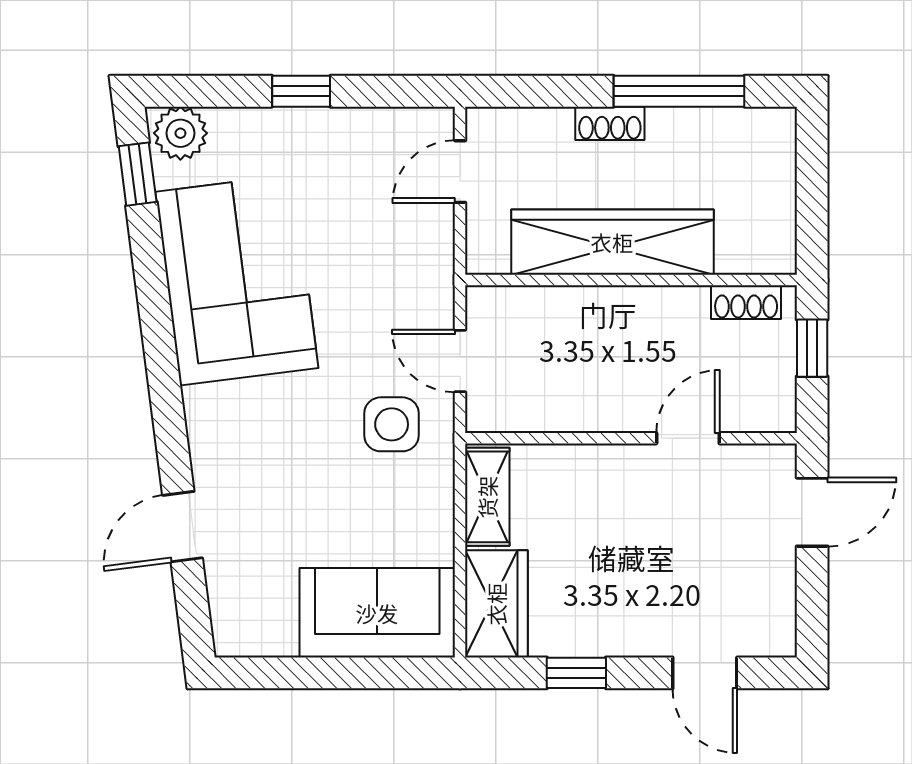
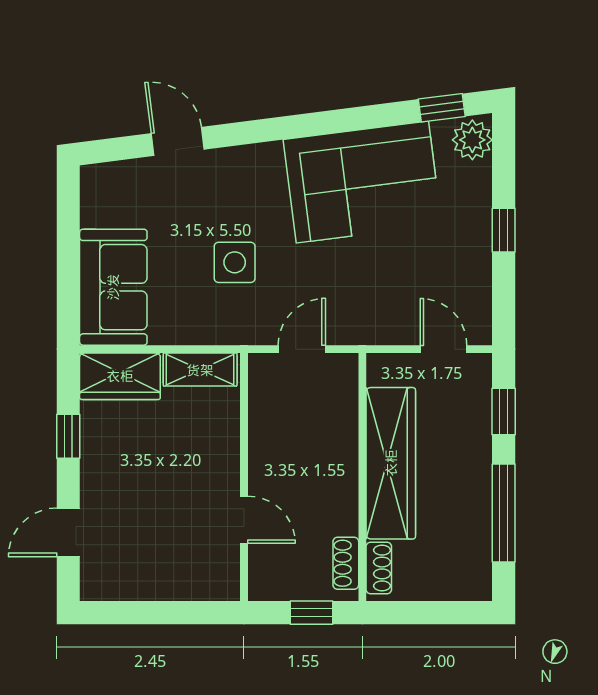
window: (543, 91) -> (504, 412), added
shoe rack: (610, 123) -> (379, 568), moved, turned 180
side table: (392, 424) -> (235, 262), moved
door: (812, 512) -> (189, 613), removed

